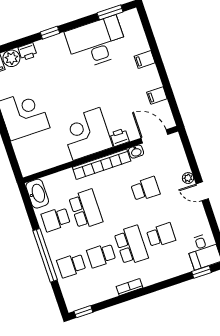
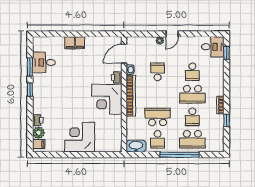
window: (110, 12) -> (30, 67), moved
window: (50, 33) -> (30, 90), moved
desk: (96, 43) -> (44, 62), width x0.53, depth x0.77
filing cabinet: (157, 96) -> (80, 43), moved
school desk: (161, 235) -> (192, 72), turned 180
school desk: (131, 245) -> (192, 94), turned 180
school desk: (71, 265) -> (192, 139), width x1.85
window: (83, 312) -> (226, 120), moved

